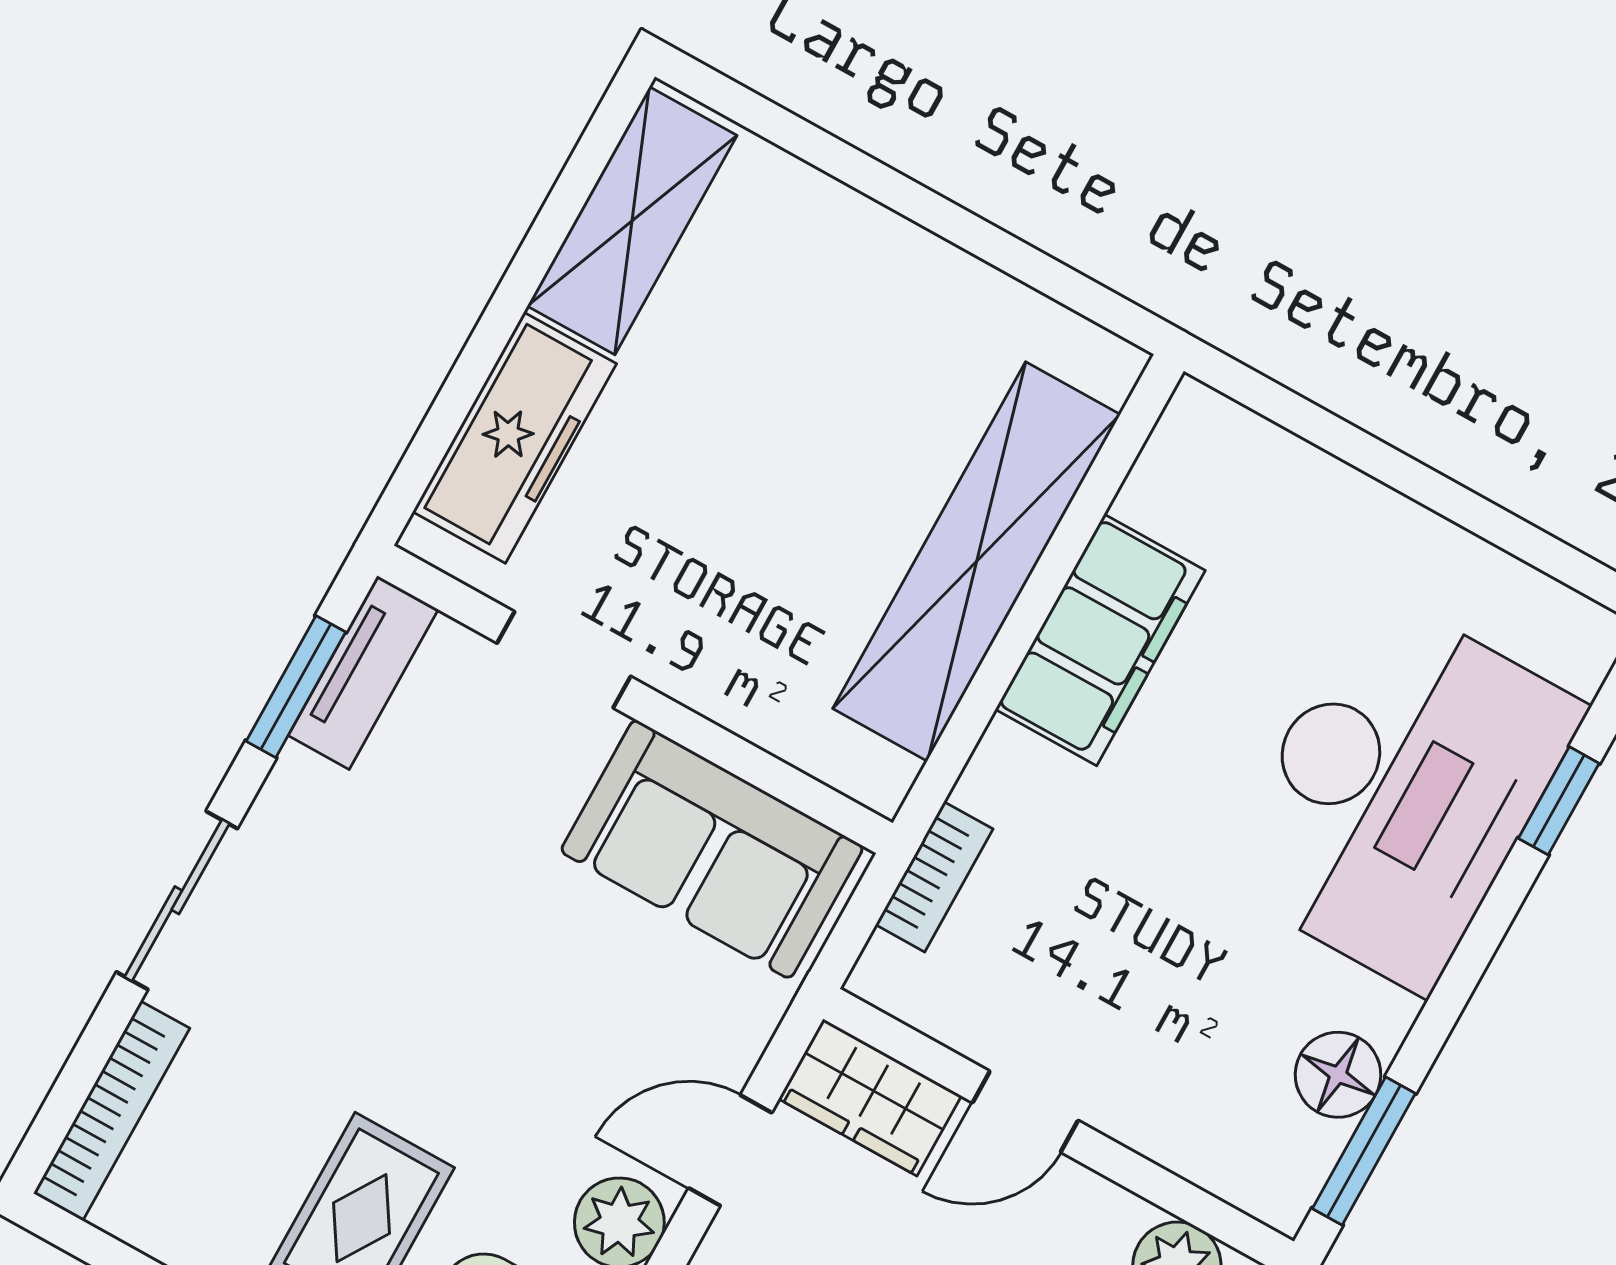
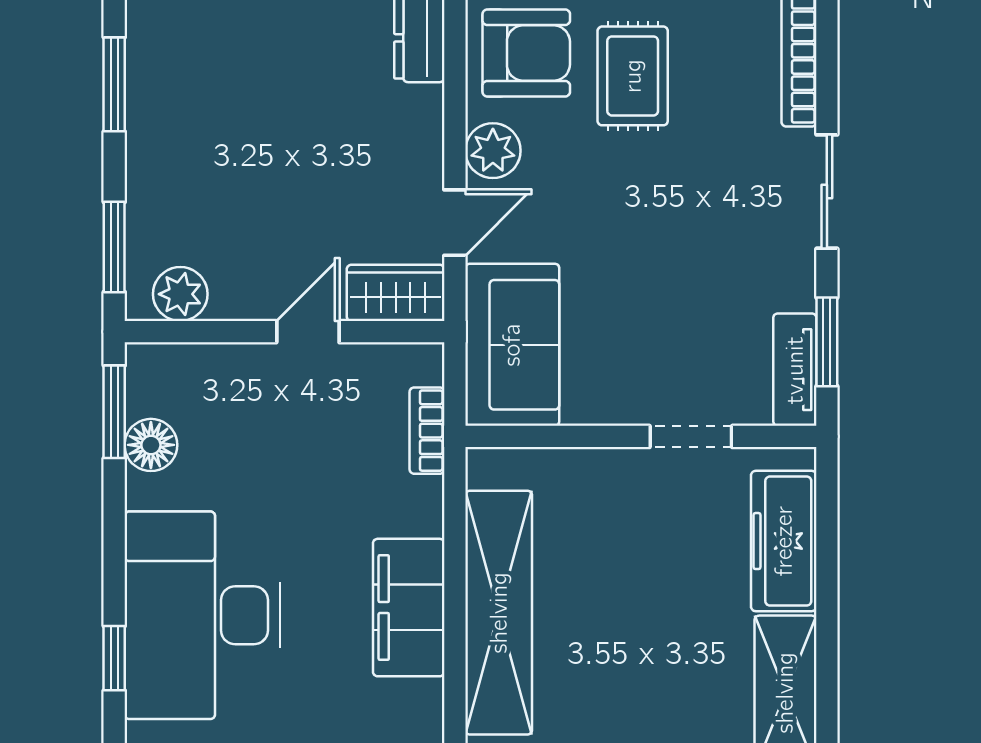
sofa: (712, 849) -> (512, 345), moved, turned 90

